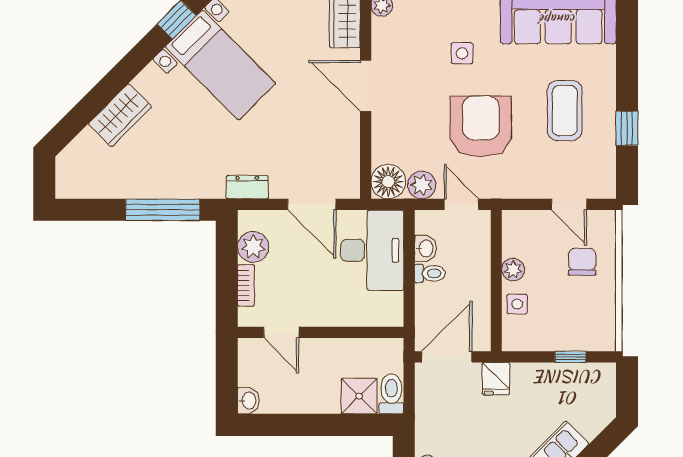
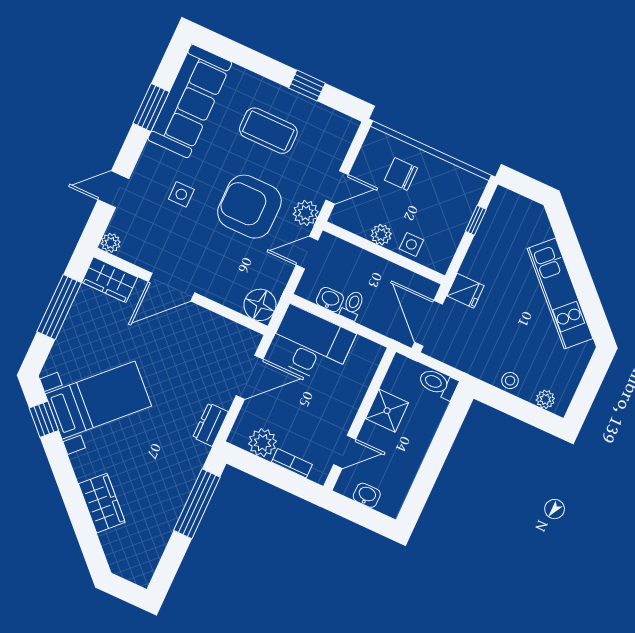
plant: (422, 185) -> (306, 213), moved
door: (569, 204) -> (337, 187), moved
shower: (359, 396) -> (387, 411), moved
washbasin: (248, 401) -> (367, 495), moved

